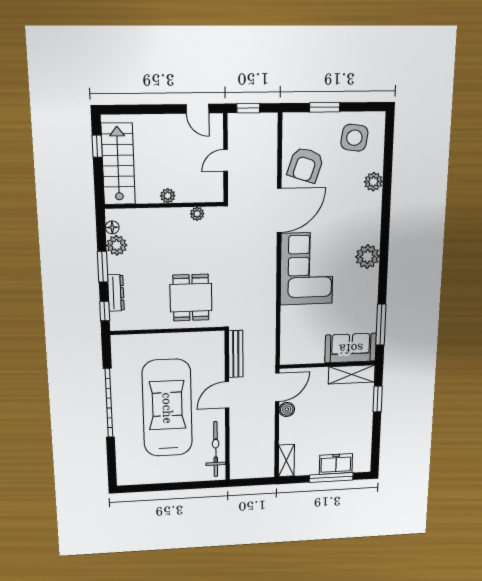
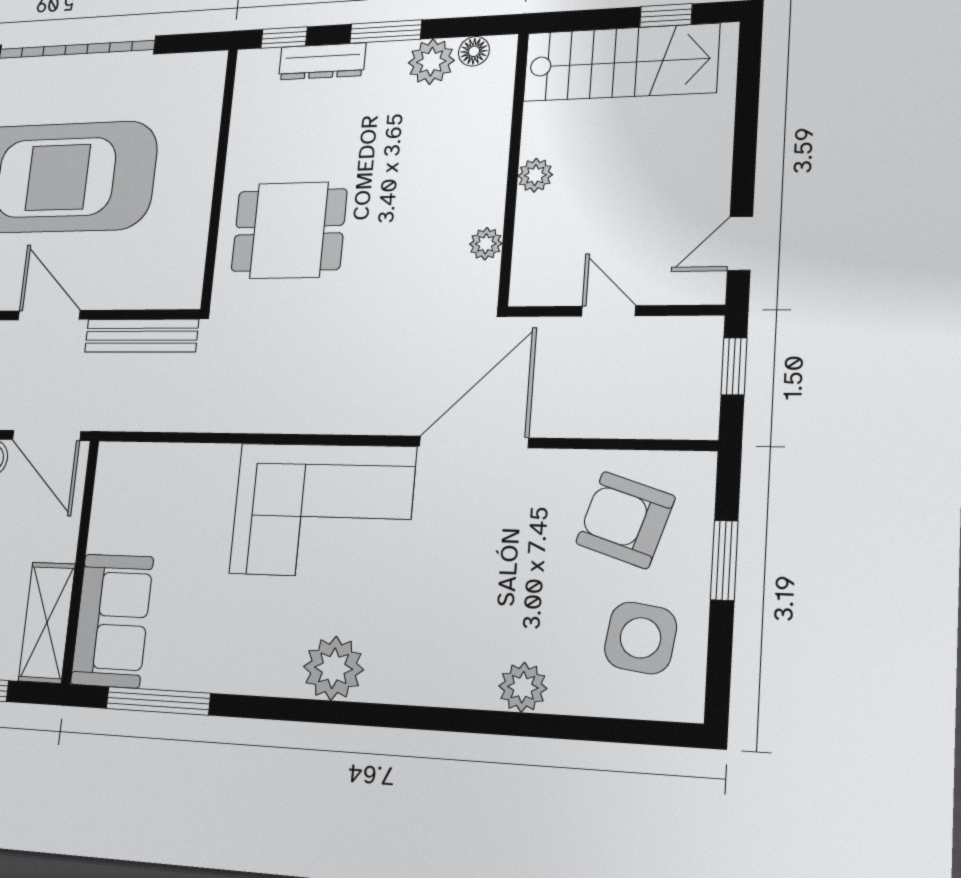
armchair: (305, 165) -> (625, 520), moved
door: (279, 210) -> (474, 442), swing flipped

